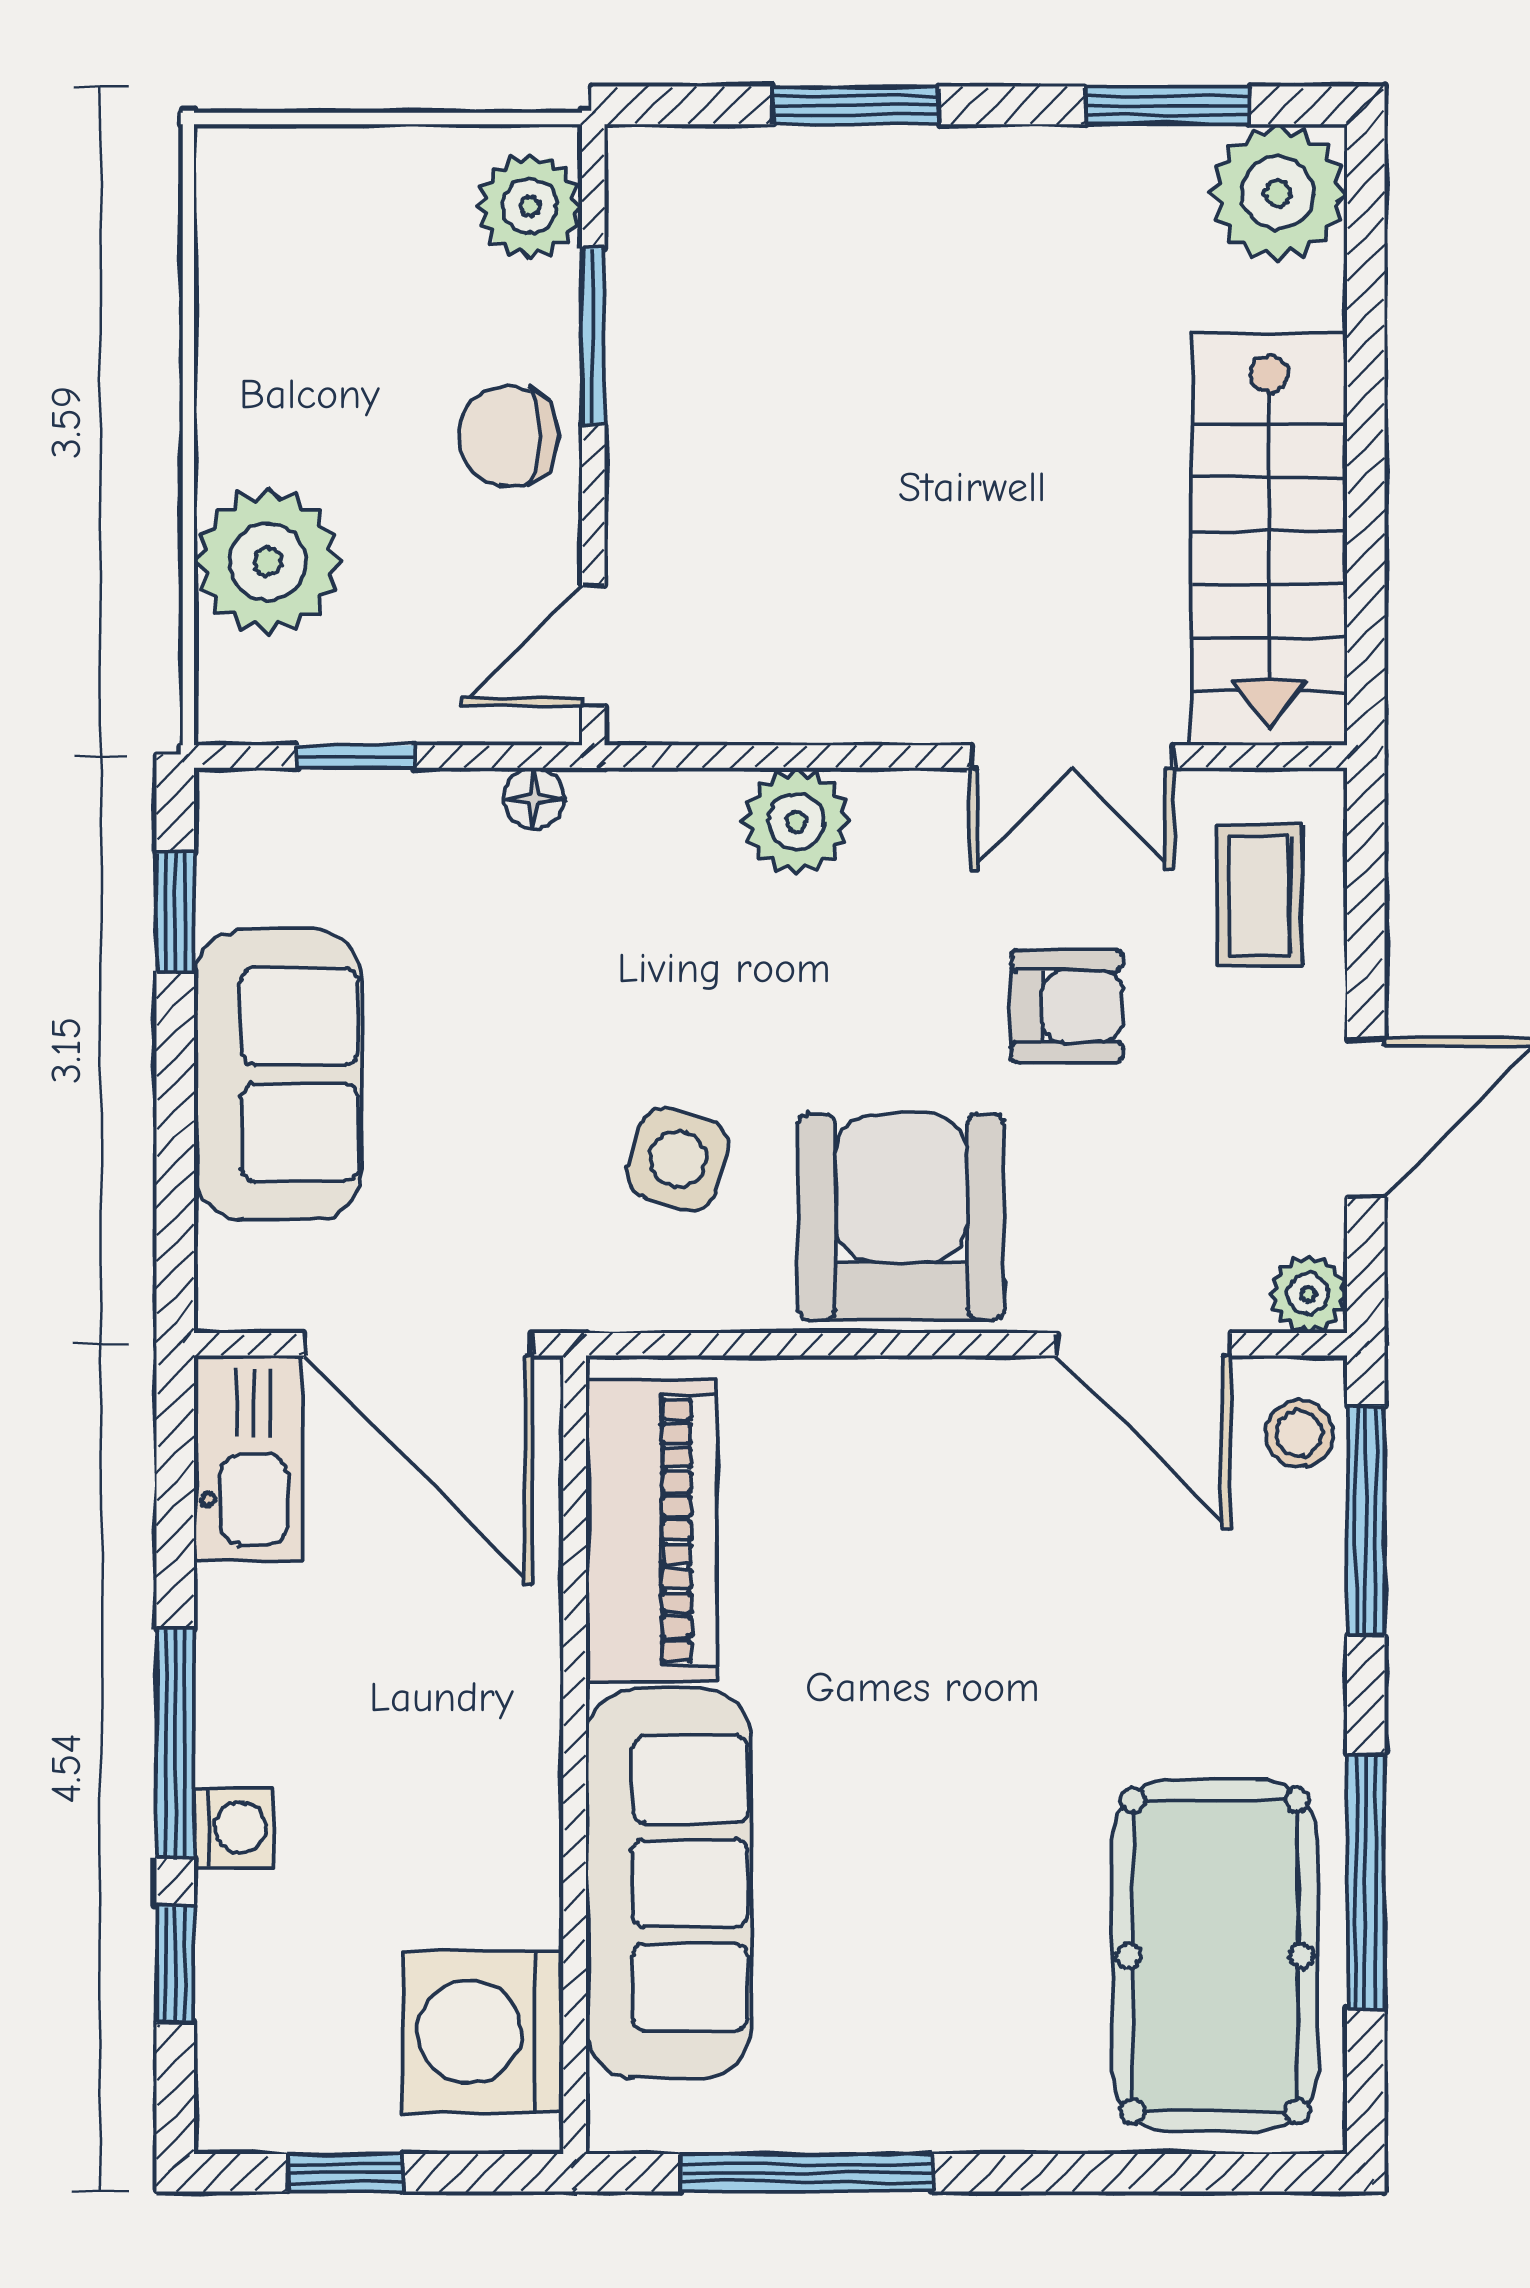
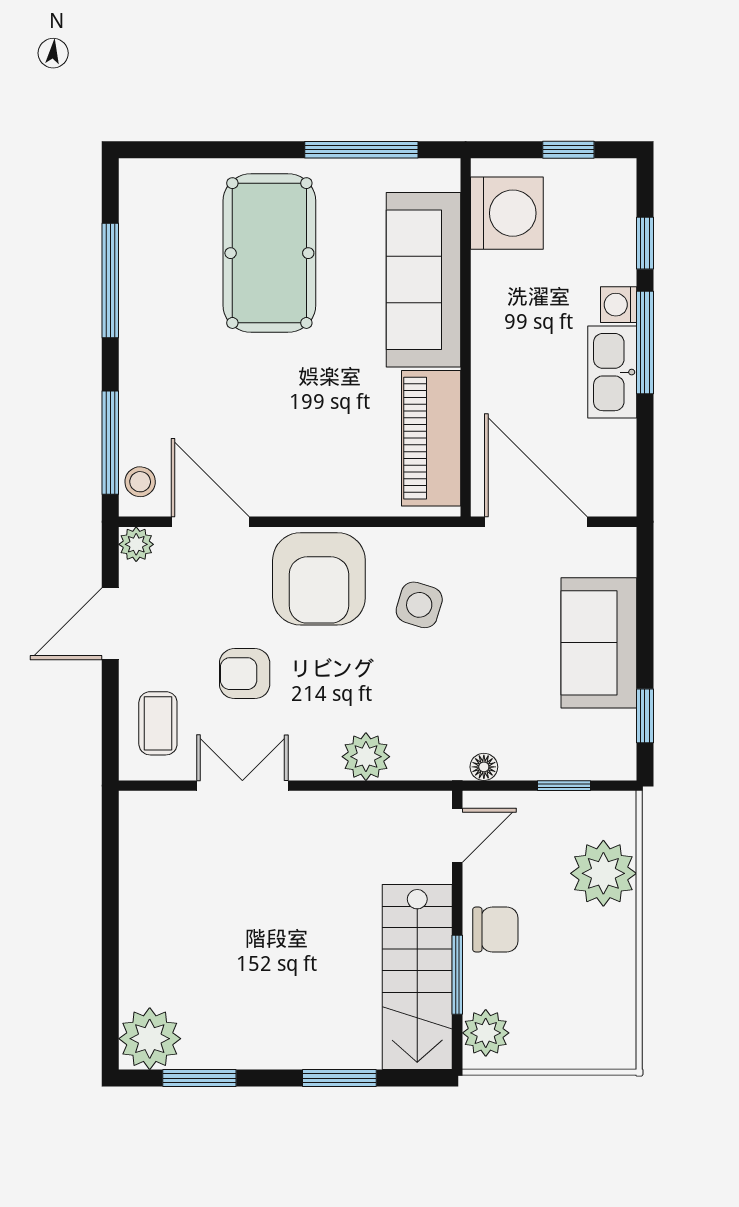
stairs: (1269, 539) -> (417, 977), moved, turned 180
kitchen sink: (248, 1458) -> (612, 372), moved
pool table: (1215, 1956) -> (269, 253), moved

